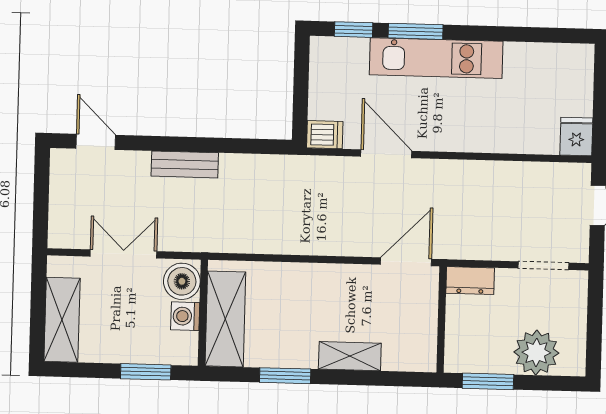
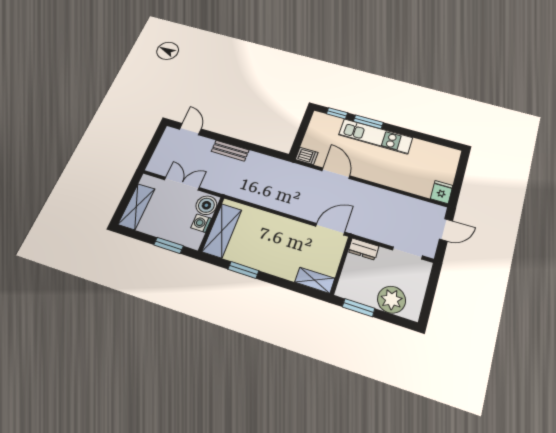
shelving: (350, 356) -> (315, 280), moved

